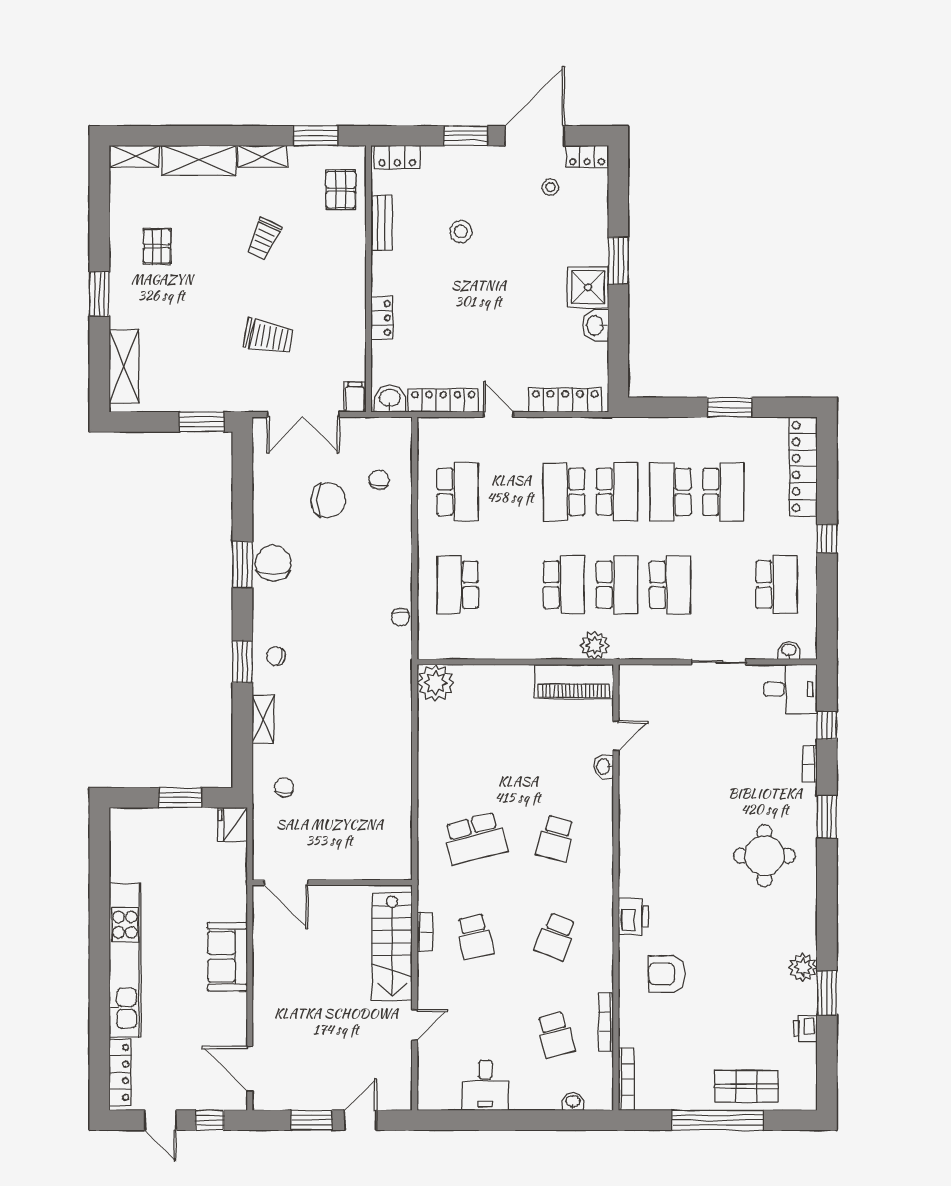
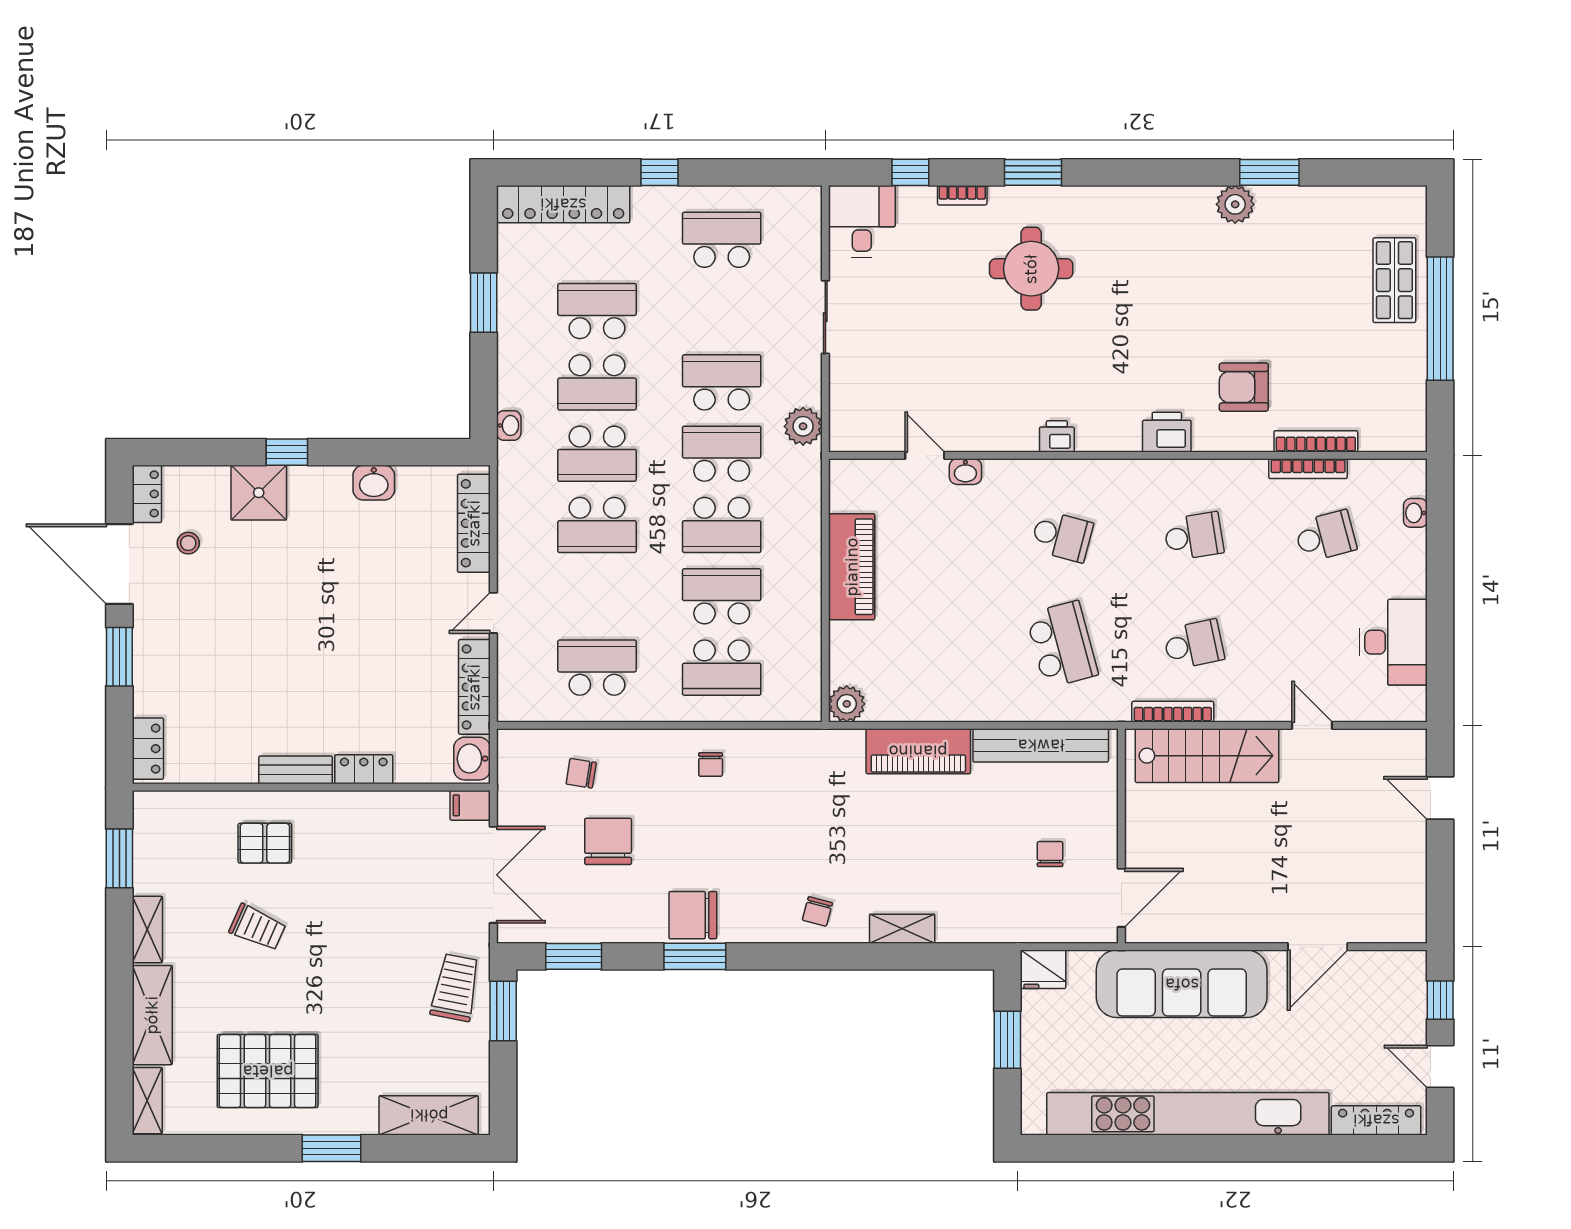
pallet: (341, 190) -> (265, 843), moved
bench: (381, 223) -> (296, 770), moved
stool: (461, 231) -> (248, 663), removed
pallet: (157, 246) -> (268, 1071), width x2.05, depth x2.00
window: (618, 261) -> (287, 452), width x0.67
shower: (588, 287) -> (259, 493), moved
trolley: (268, 337) -> (455, 988), moved
school desk: (617, 492) -> (597, 454), turned 180
school desk: (511, 585) -> (722, 596), added
school desk: (564, 585) -> (722, 525), turned 180
chair: (400, 617) -> (711, 764), moved, turned 90
plant: (595, 645) -> (803, 426), moved
washbasin: (789, 650) -> (509, 425), moved, turned 180
window: (242, 662) -> (574, 956), moved
piano: (574, 682) -> (852, 567), moved
plant: (436, 683) -> (847, 704), width x0.73, depth x0.73
piano: (395, 731) -> (918, 751), added
chair: (284, 787) -> (1050, 854), moved, turned 90
bench: (400, 822) -> (1041, 745), added
round table: (764, 856) -> (1031, 269), moved
bookcase: (425, 932) -> (1173, 712), width x1.56
school desk: (556, 937) -> (1194, 536), turned -30
sofa: (227, 957) -> (1182, 984), width x1.85, depth x1.27
kitchen unit: (125, 960) -> (1188, 1114), width x1.36
armchair: (667, 974) -> (1244, 387), turned 90
printer: (805, 1028) -> (1057, 436), moved, turned 180
door: (250, 1069) -> (1318, 947), moved
bookcase: (626, 1079) -> (1316, 441), moved
desk: (485, 1085) -> (1393, 642), width x1.37
door: (160, 1120) -> (1440, 1066), swing flipped
window: (312, 1120) -> (1440, 863), removed

